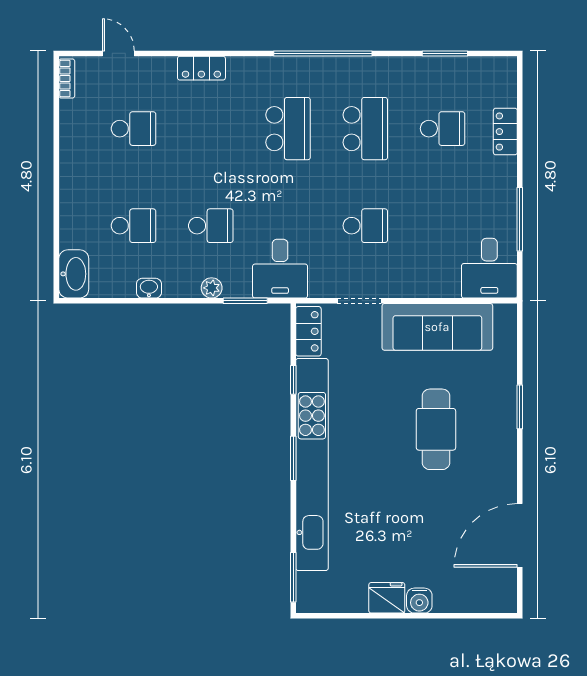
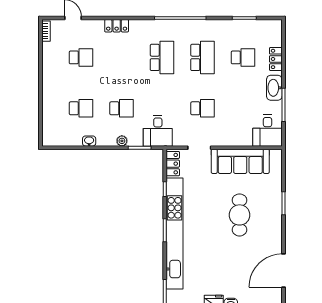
washbasin: (74, 274) -> (274, 88), moved, turned 180

